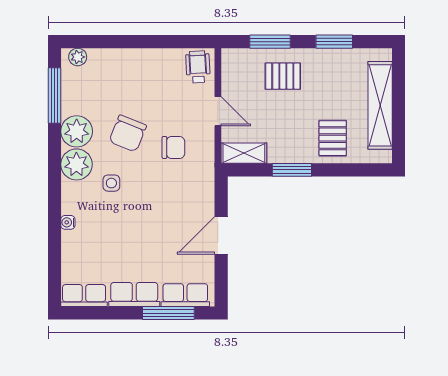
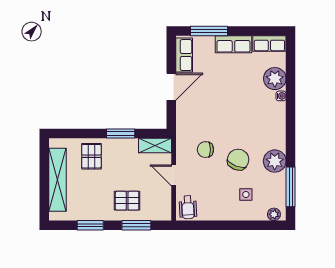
plant: (76, 164) -> (275, 79), moved
side table: (111, 183) -> (246, 194), moved
row of seats: (185, 295) -> (184, 55), moved, turned -90

